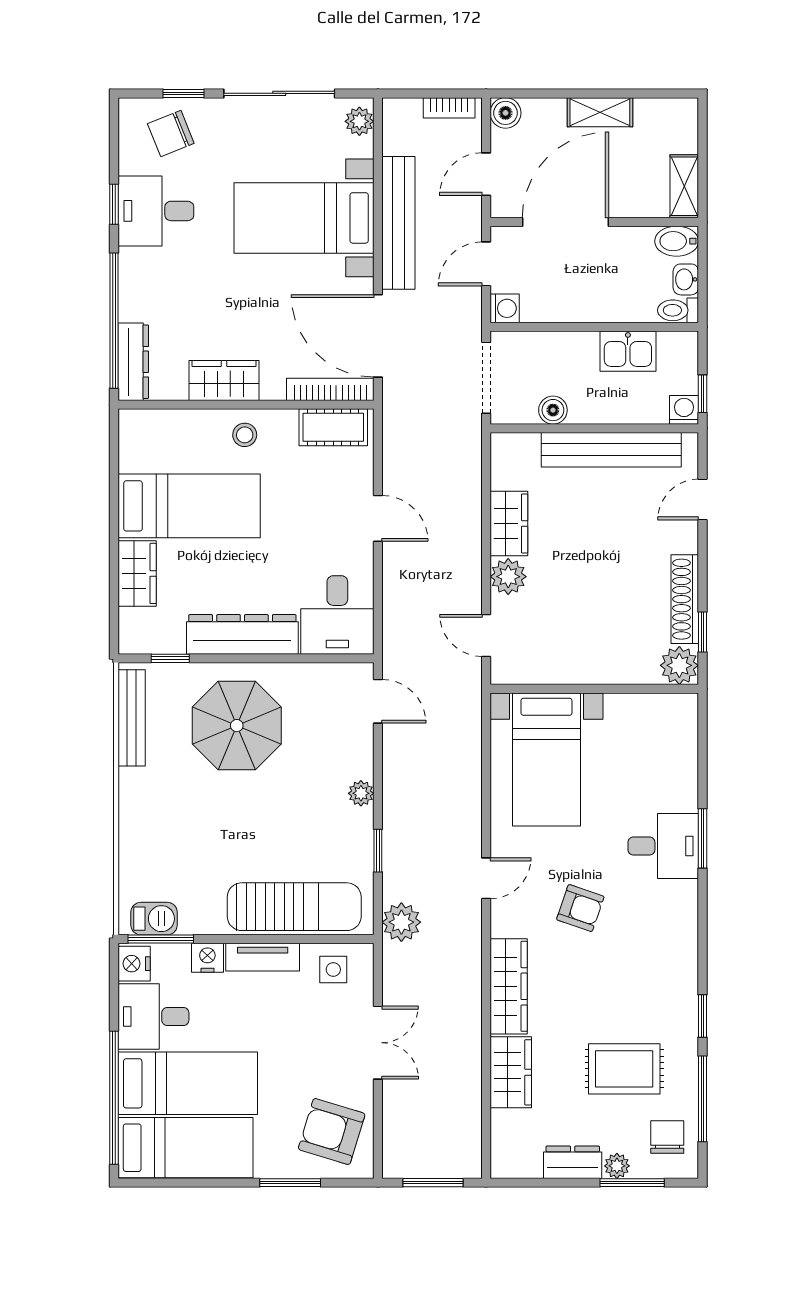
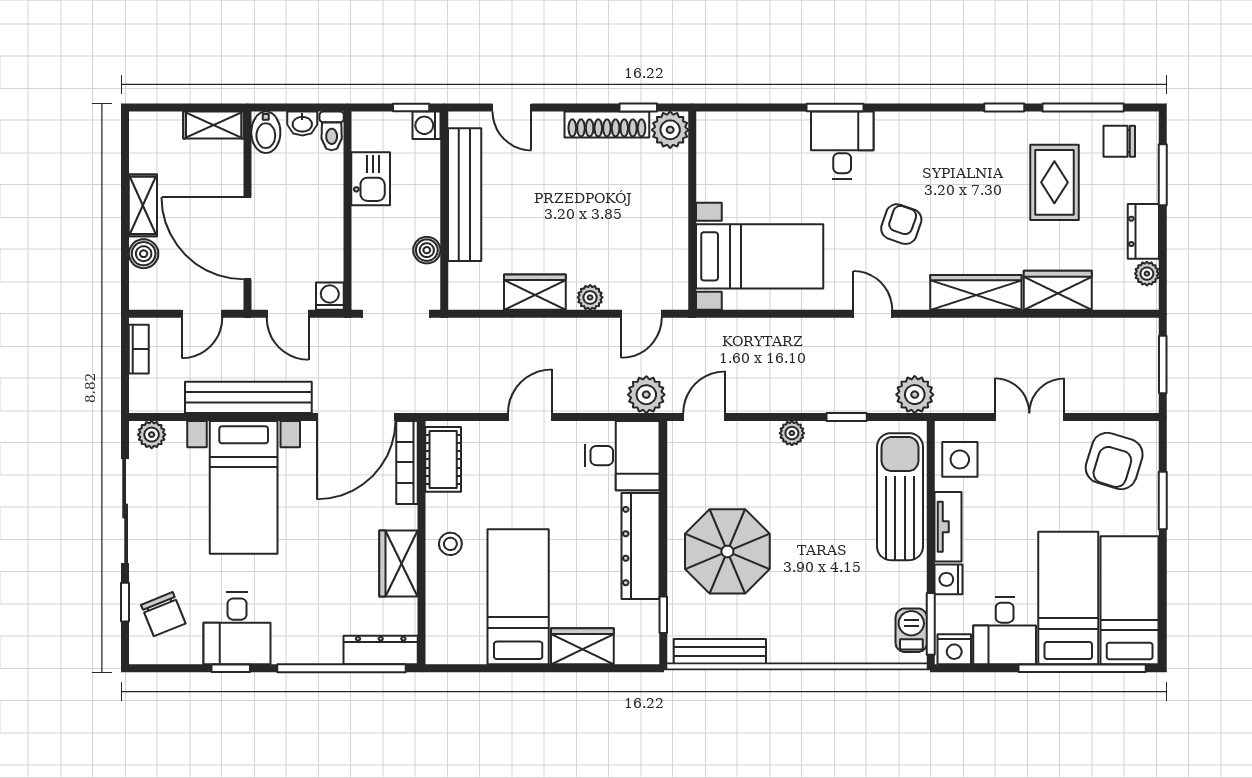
boiler: (506, 113) -> (144, 254), moved
door: (486, 174) -> (202, 314), hinge flipped
plant: (508, 577) -> (590, 297), width x0.73, depth x0.73
plant: (401, 640) -> (646, 395), added
side table: (333, 970) -> (960, 459), width x1.37, depth x1.37
plant: (617, 1166) -> (1147, 274), moved

